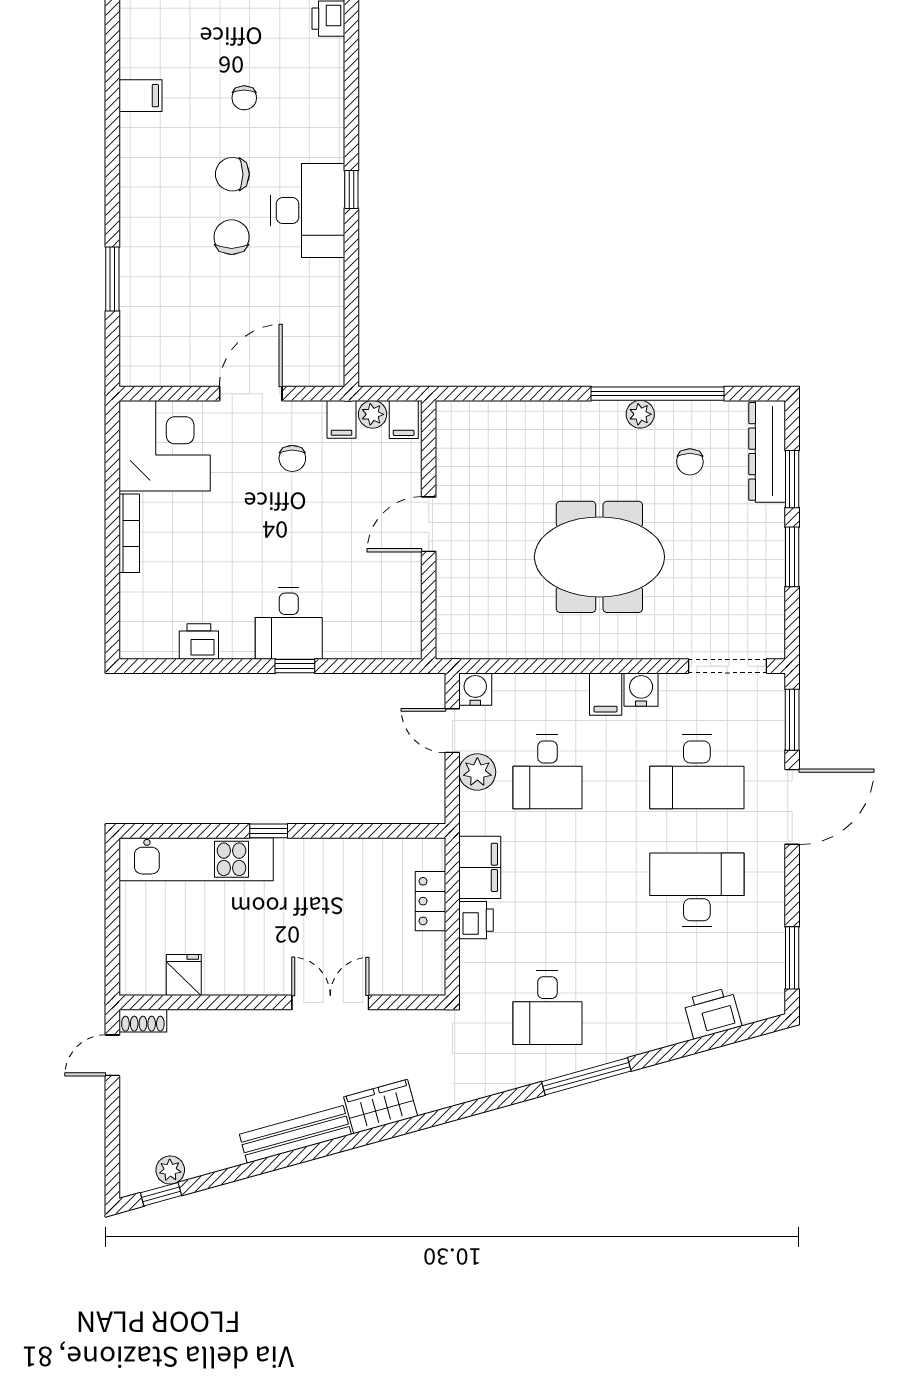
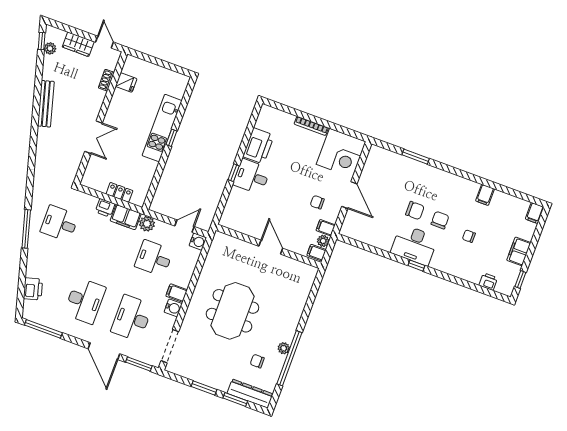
printer: (199, 642) -> (259, 146), width x1.87, depth x1.48
plant: (477, 772) -> (147, 224), moved
kitchen unit: (196, 859) -> (162, 128), moved
window: (792, 958) -> (43, 329), width x1.44
shoe rack: (143, 1021) -> (106, 80), moved
wardrobe: (381, 1106) -> (78, 44), moved, turned 105

